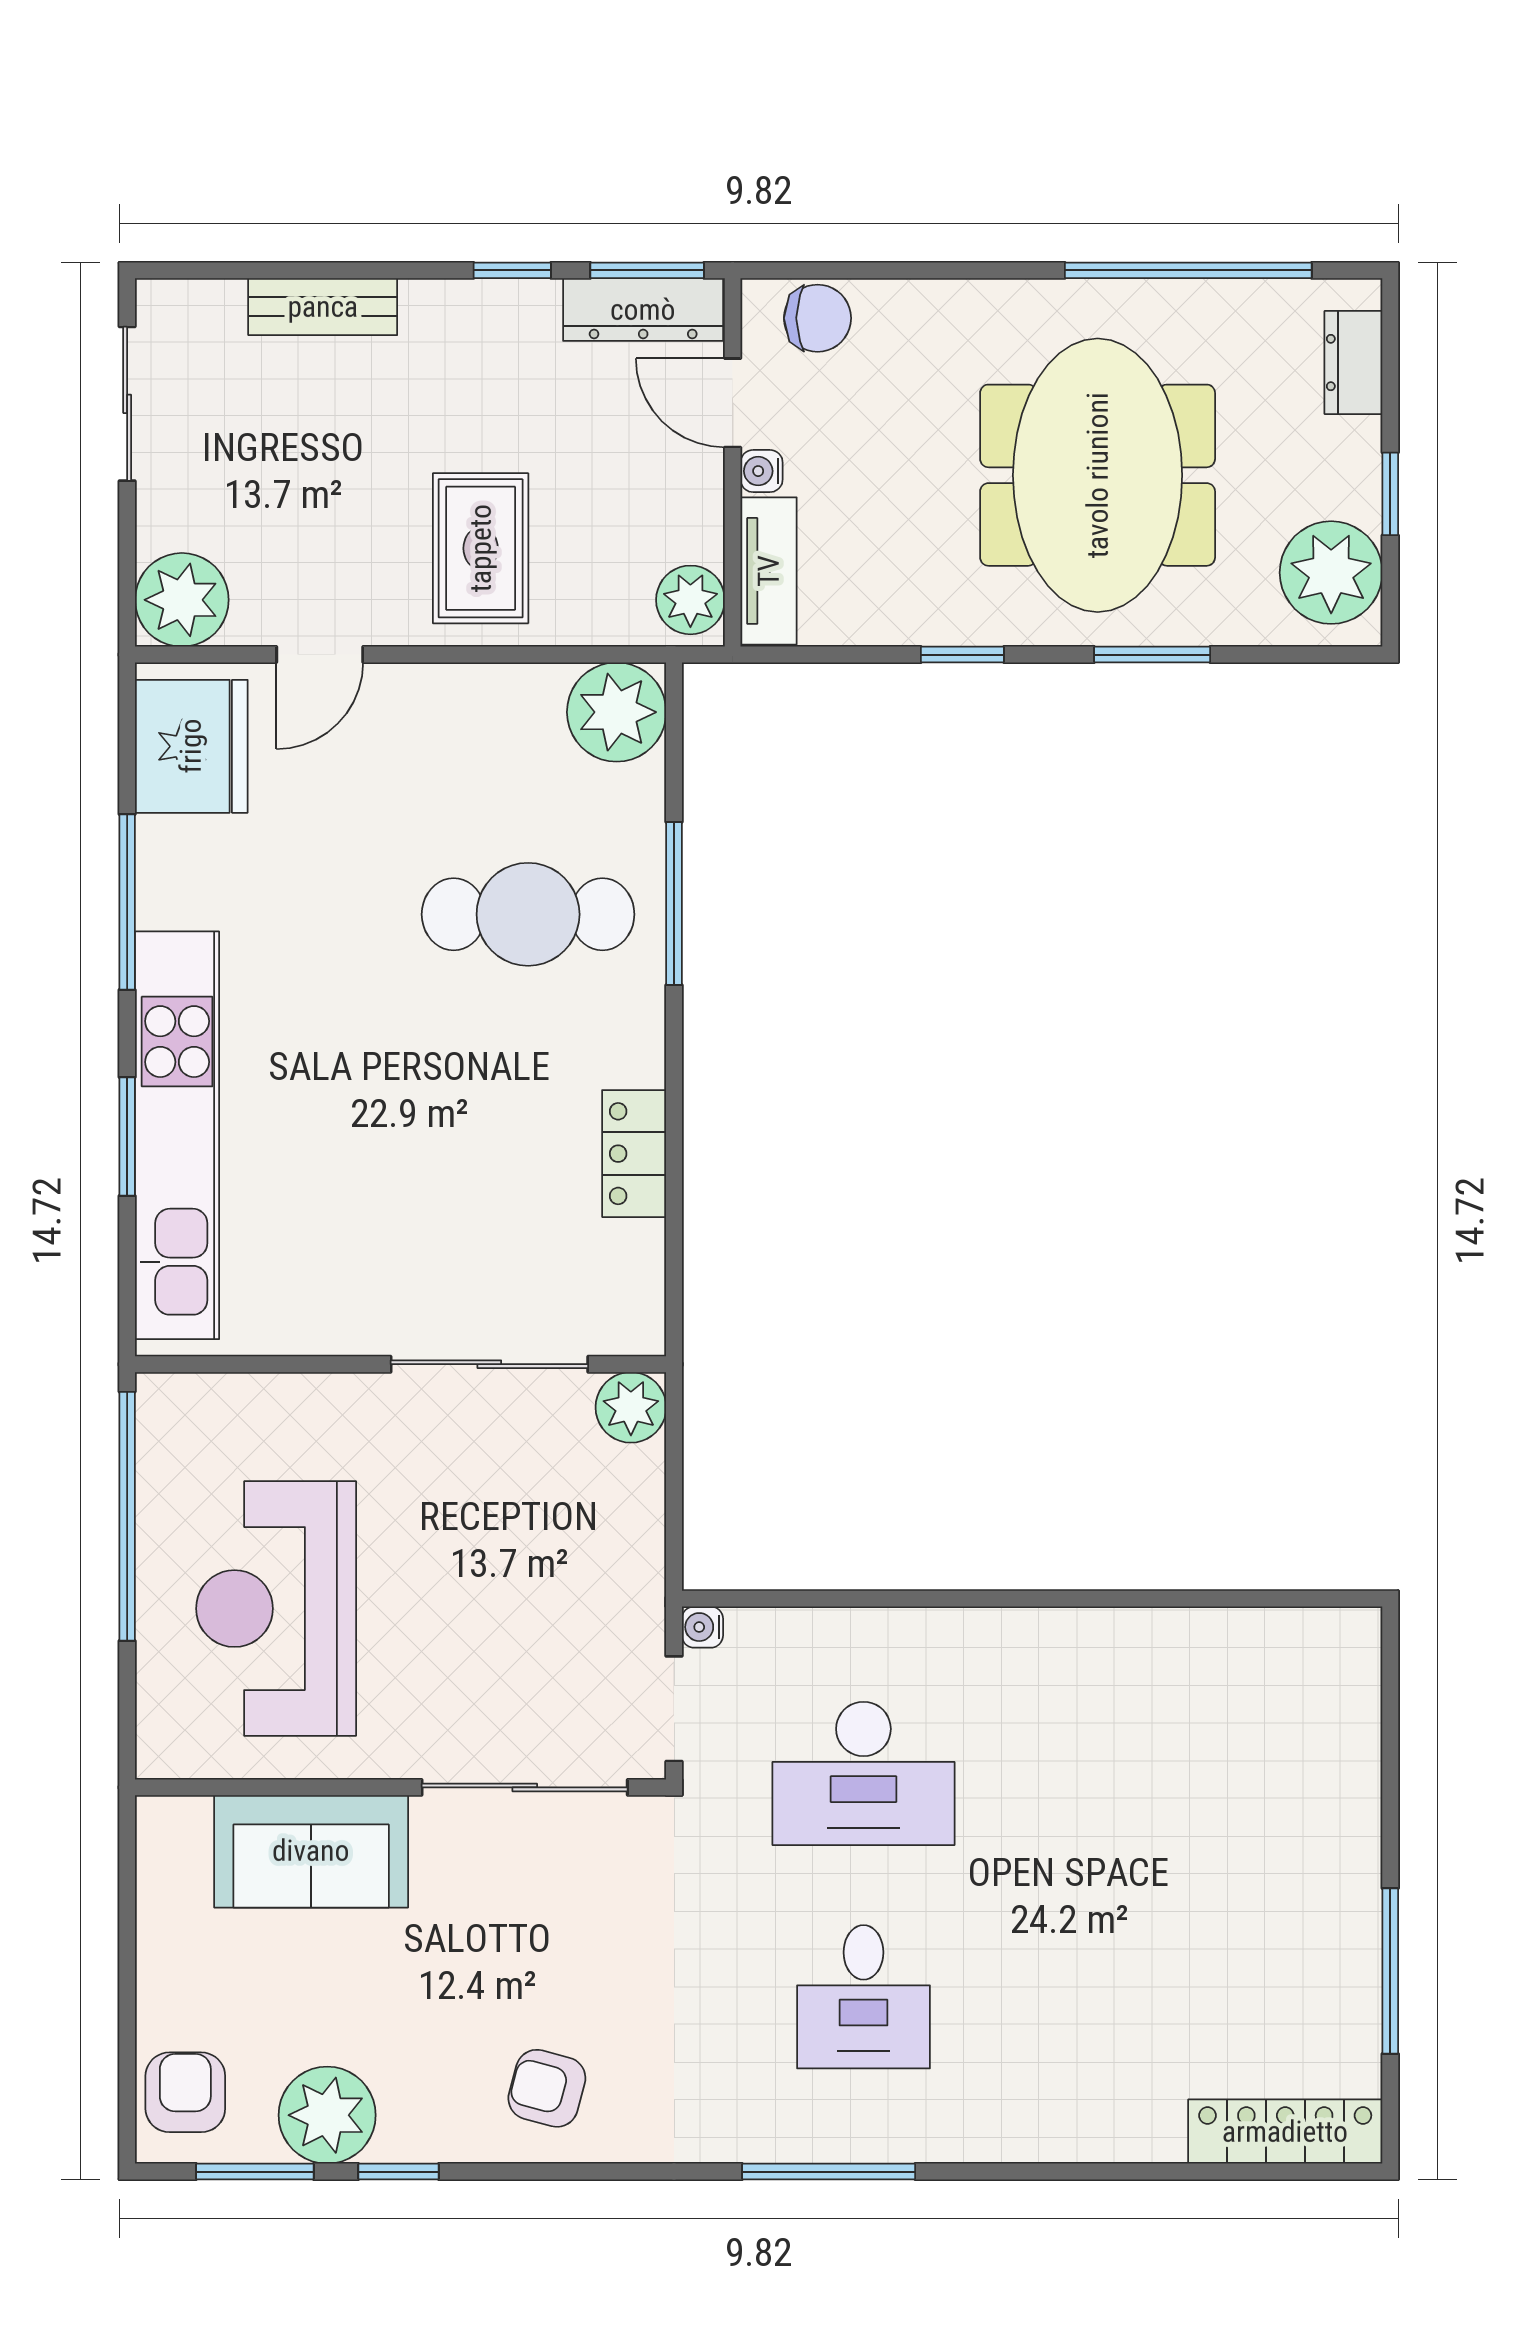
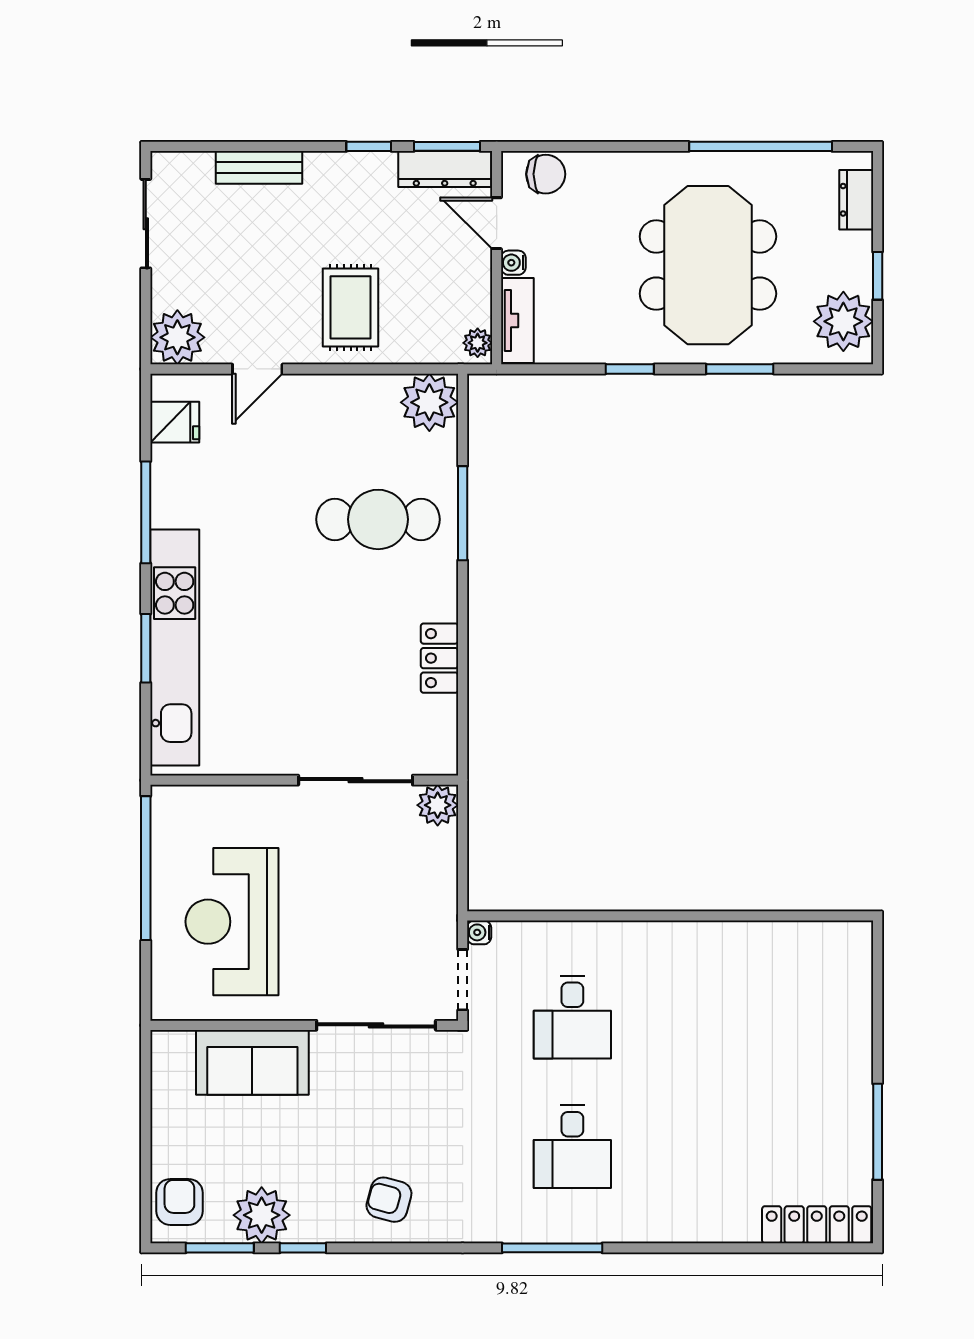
plant: (690, 600) -> (478, 343), width x0.73, depth x0.73
fridge: (191, 746) -> (175, 422), width x0.53, depth x0.75
desk: (863, 1773) -> (572, 1017), width x0.73

